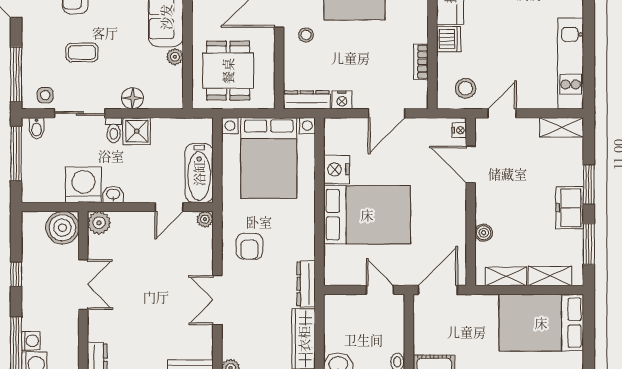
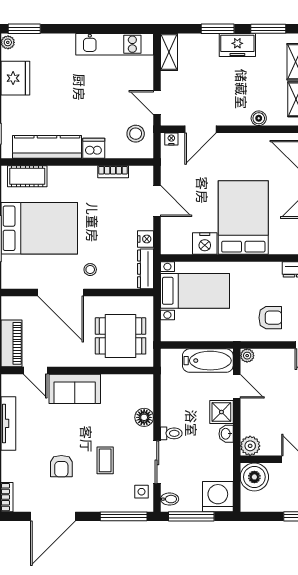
plant: (175, 57) -> (109, 381), removed
shower: (137, 131) -> (221, 412), moved
bed with nightstands: (269, 158) -> (195, 291), width x0.73
washing machine: (83, 185) -> (218, 497), moved, turned 90

